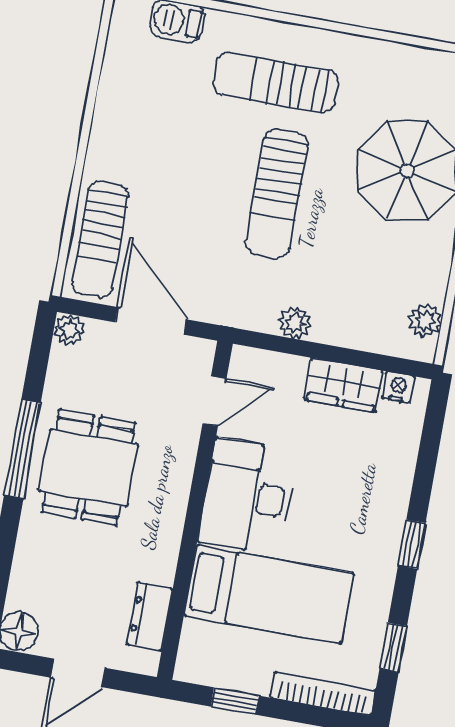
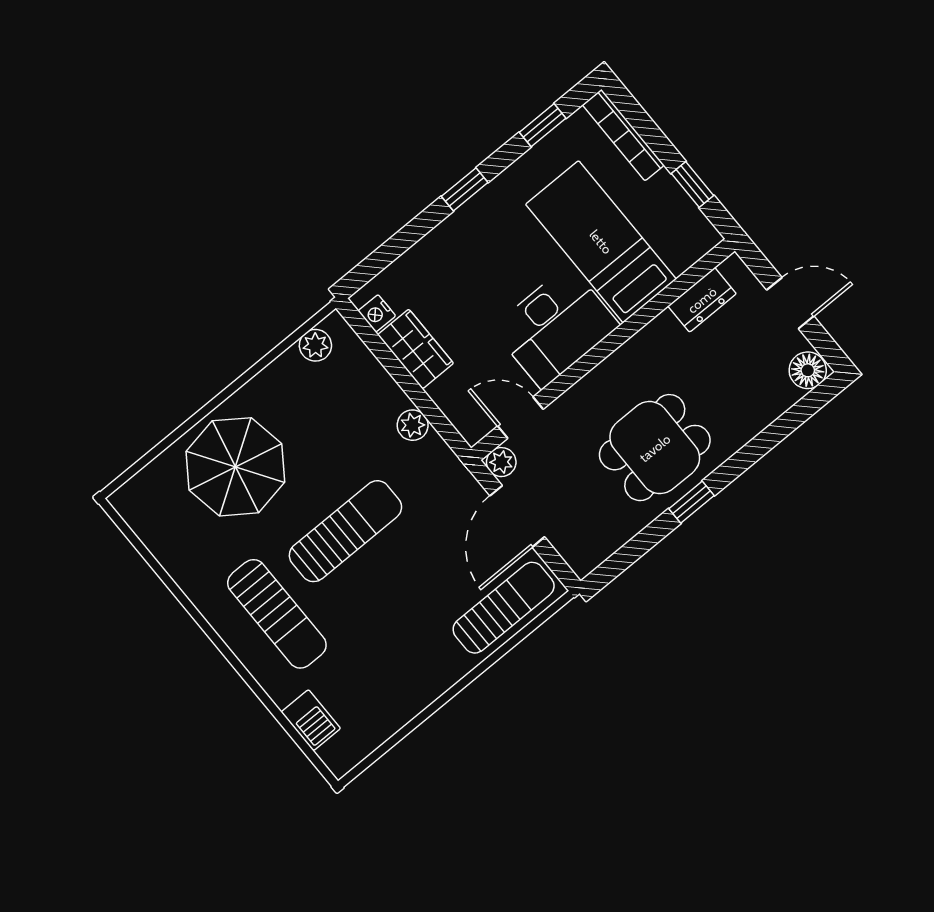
plant: (69, 329) -> (501, 462), moved
window: (22, 449) -> (692, 502), width x0.46

